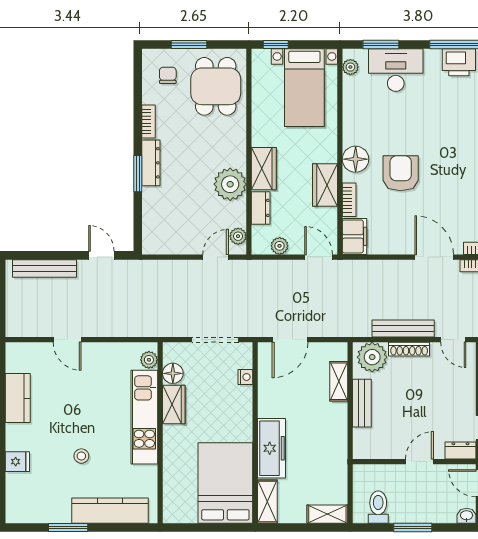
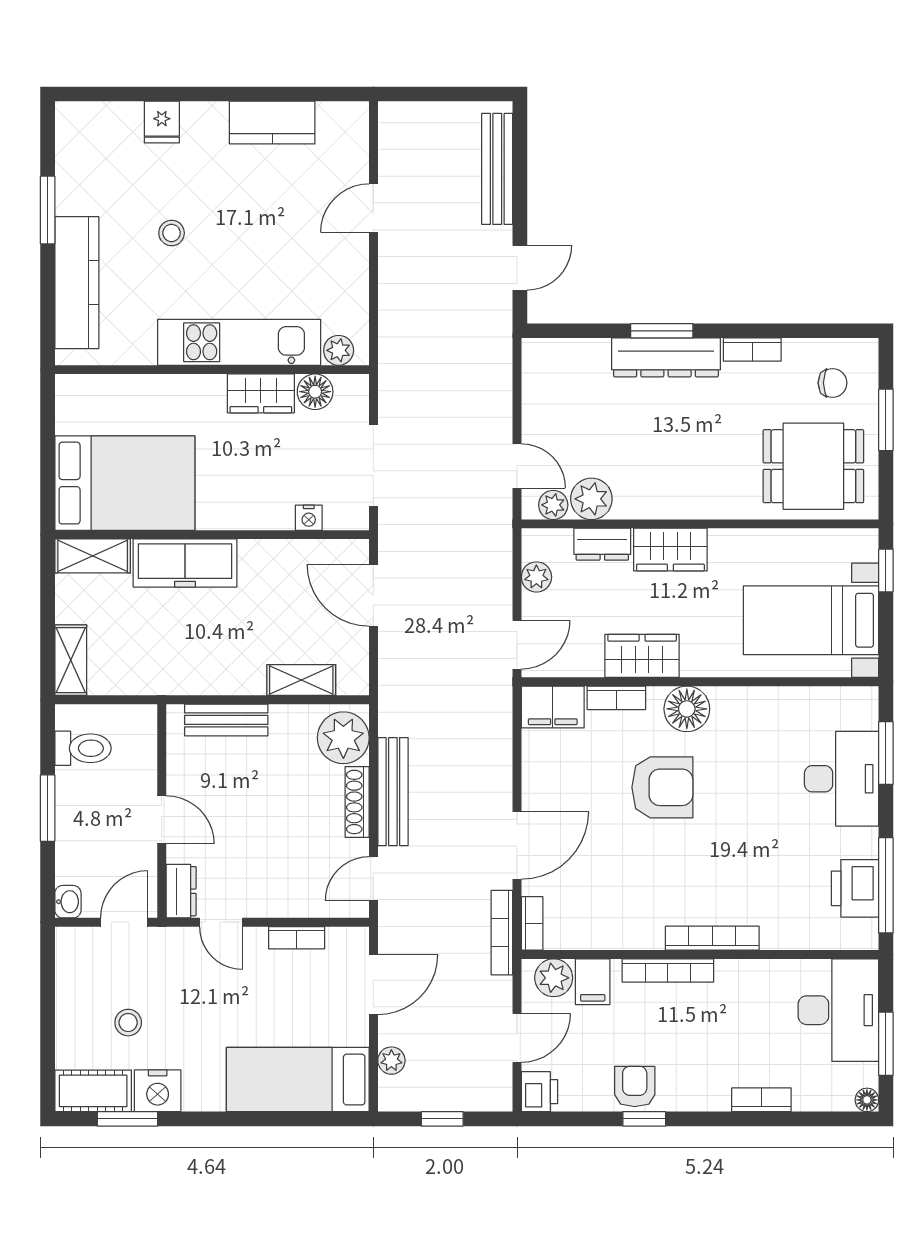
plant: (350, 67) -> (847, 700), removed
dresser: (151, 163) -> (666, 357), width x1.37, depth x1.24
plant: (230, 184) -> (591, 499), moved, width x0.73, depth x0.73
bench: (362, 403) -> (226, 720), moved

